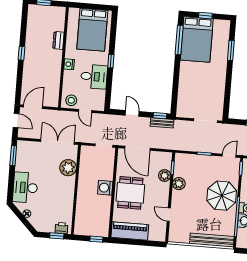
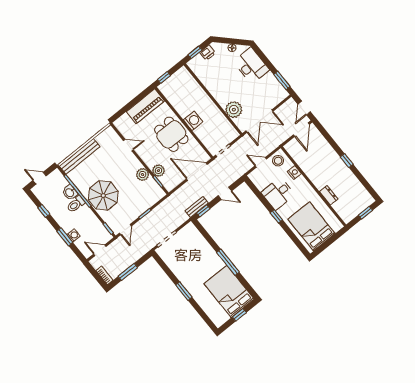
window: (179, 40) -> (228, 262), moved
window: (231, 50) -> (184, 291), moved
nightstand: (69, 64) -> (294, 173), moved
door: (16, 121) -> (304, 108), hinge flipped
printer: (61, 228) -> (208, 53), moved

